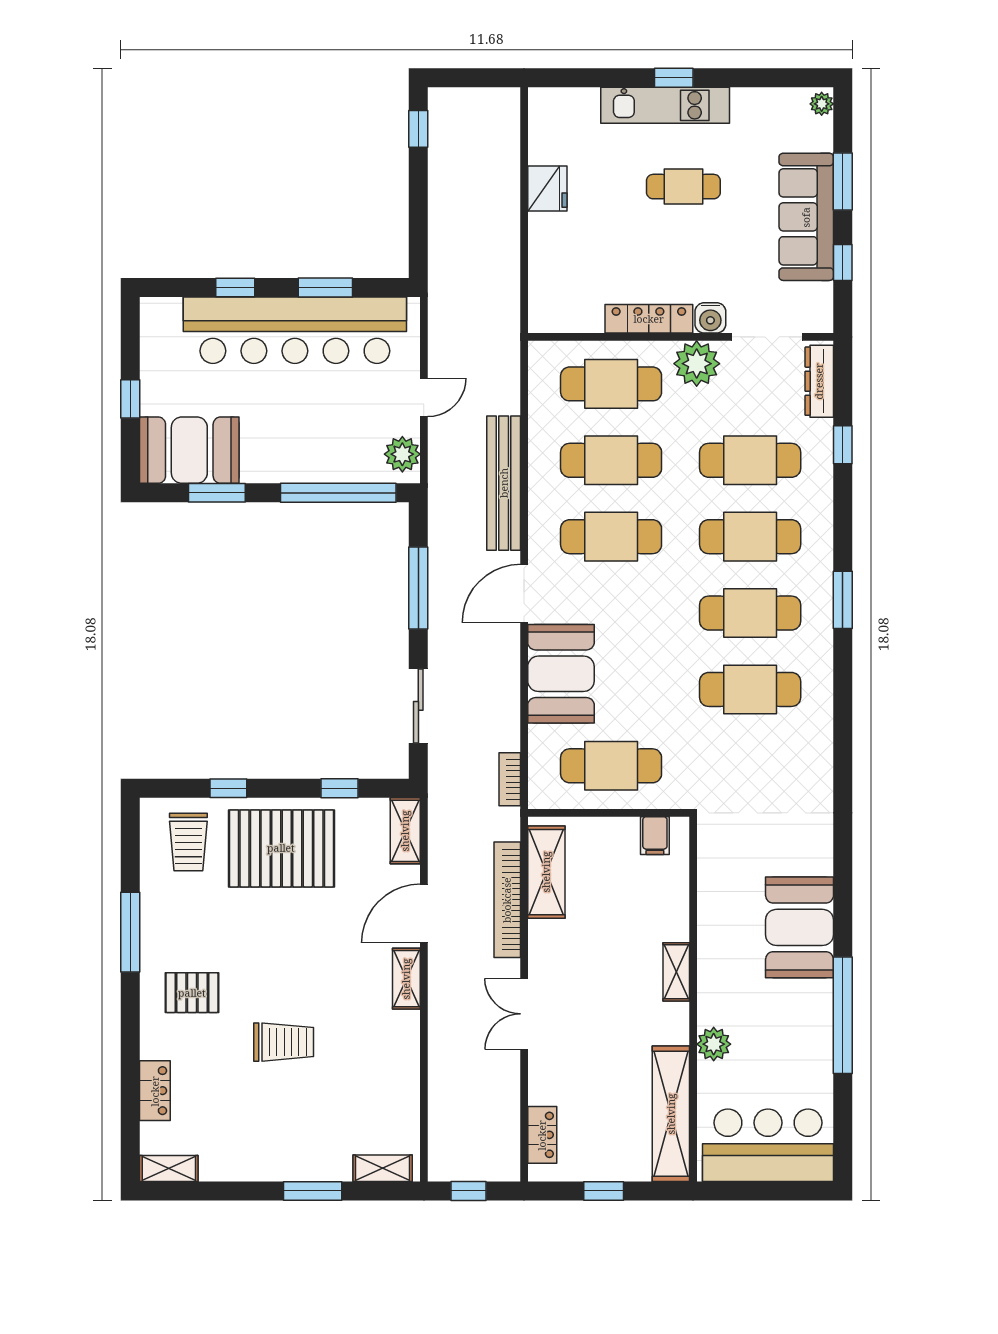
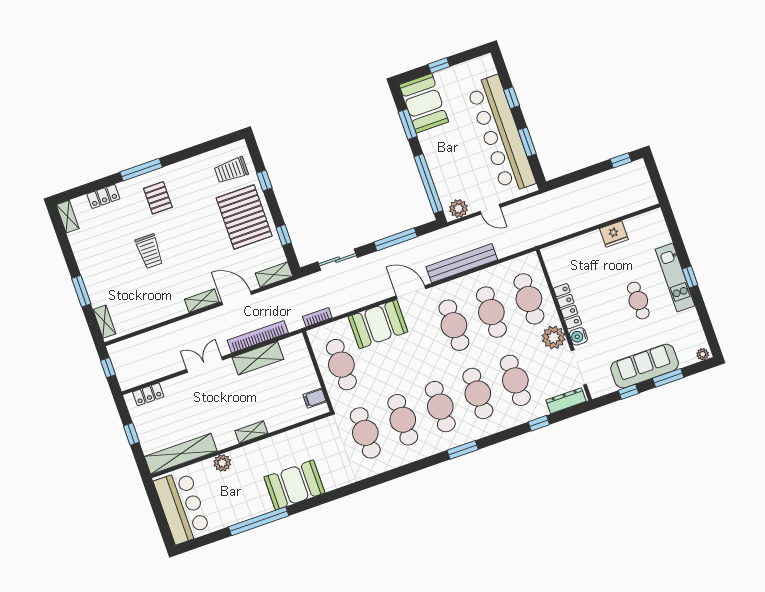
cafe table: (750, 766) -> (365, 433), added
shelving: (546, 872) -> (258, 358), moved
window: (130, 932) -> (141, 170), moved

